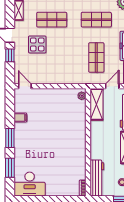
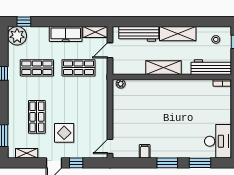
shop shelf: (96, 20) -> (37, 68), turned 90
door: (112, 86) -> (110, 50), hinge flipped
shelving: (96, 104) -> (163, 68), moved

